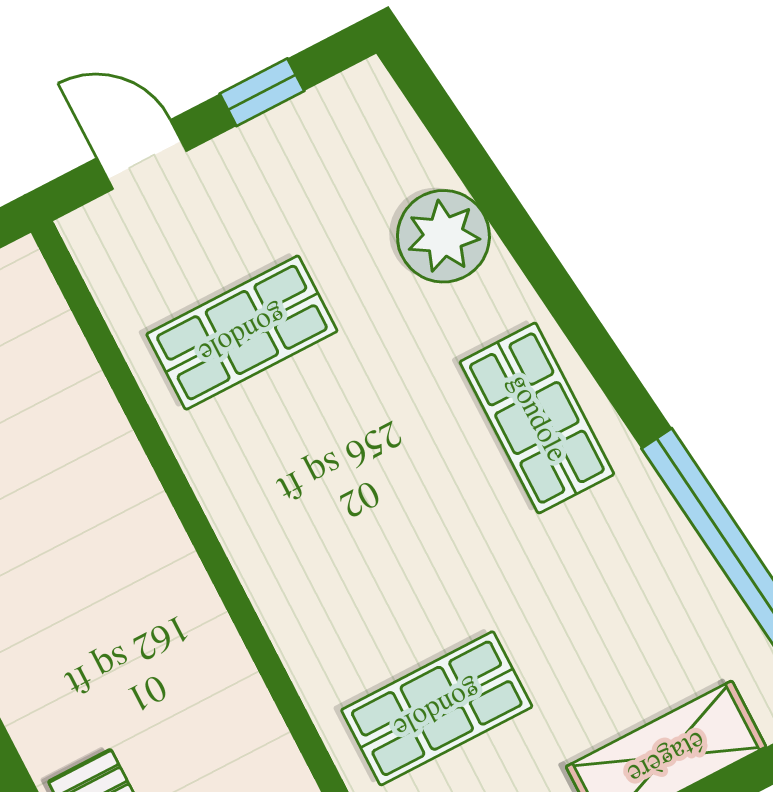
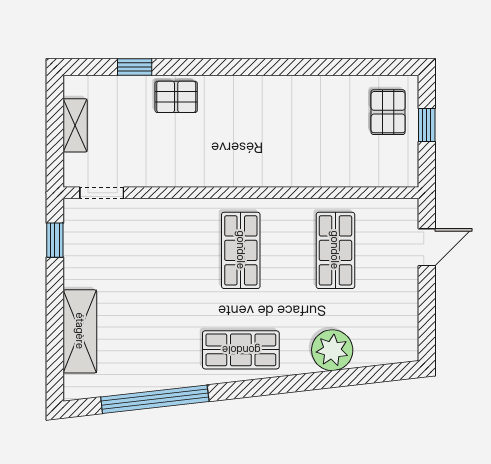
window: (262, 92) -> (427, 308), removed
shop shelf: (437, 708) -> (241, 250), moved

